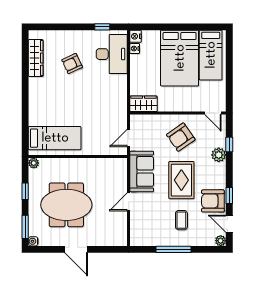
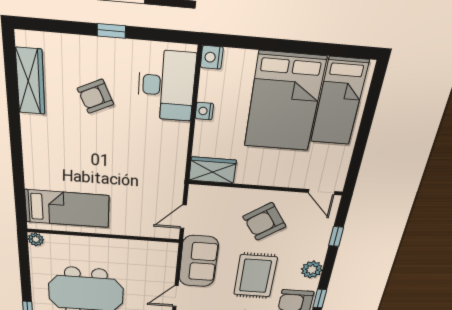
window: (102, 27) -> (111, 31), moved
nightstand: (135, 49) -> (204, 111), moved
plant: (219, 155) -> (312, 270), moved
window: (25, 191) -> (25, 274), removed

